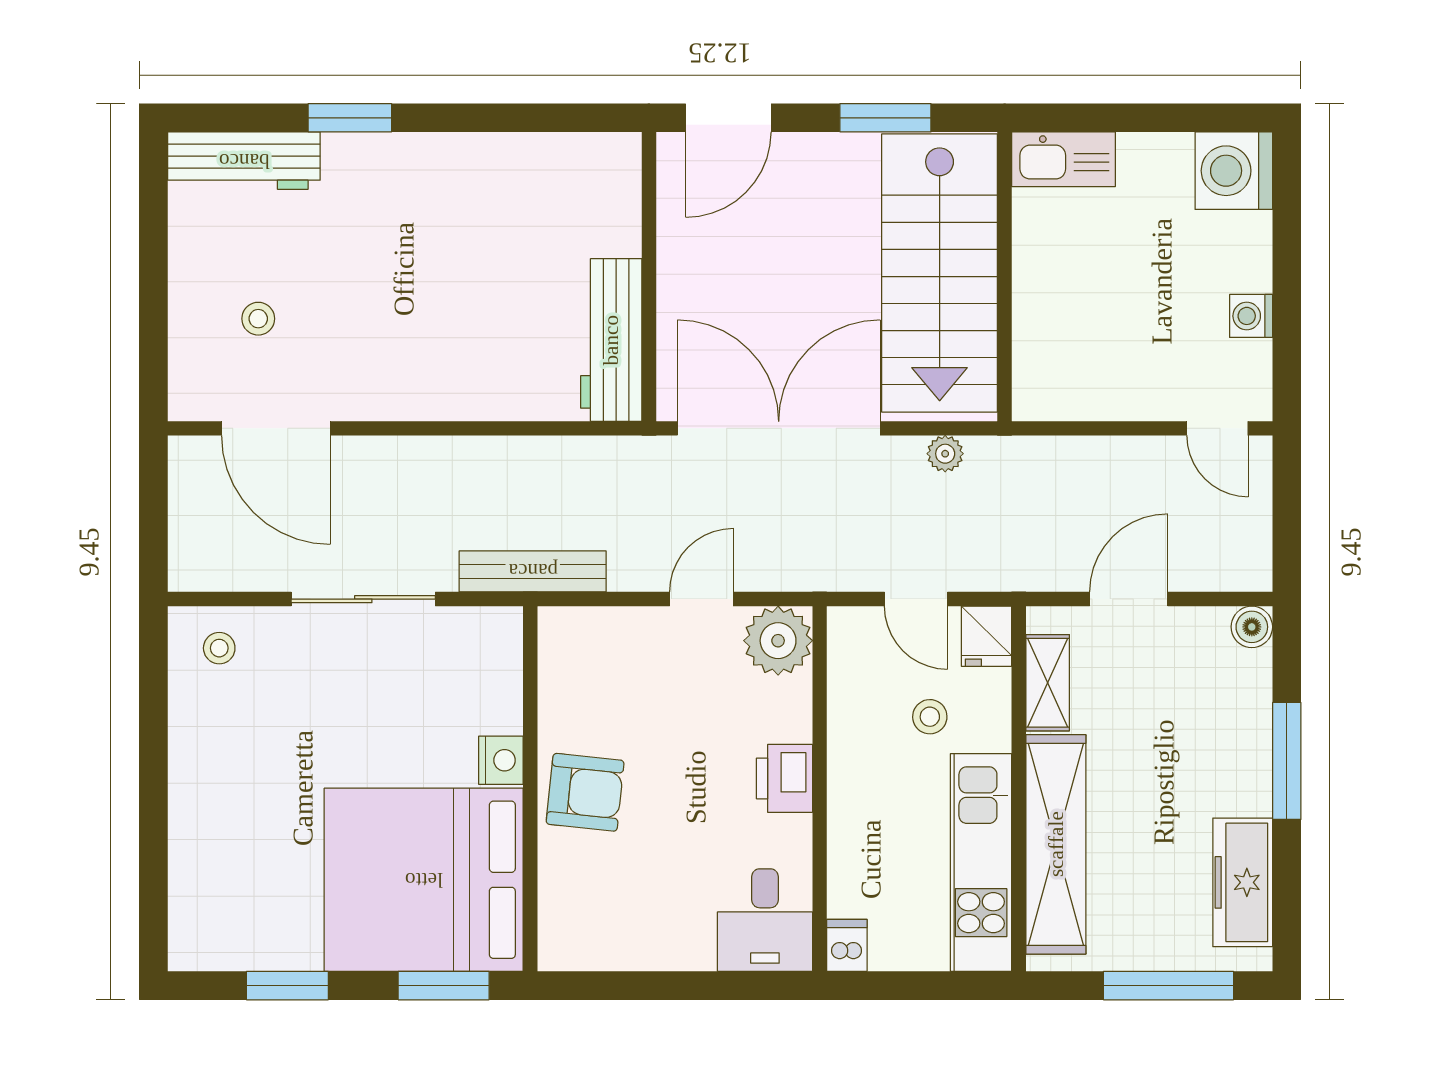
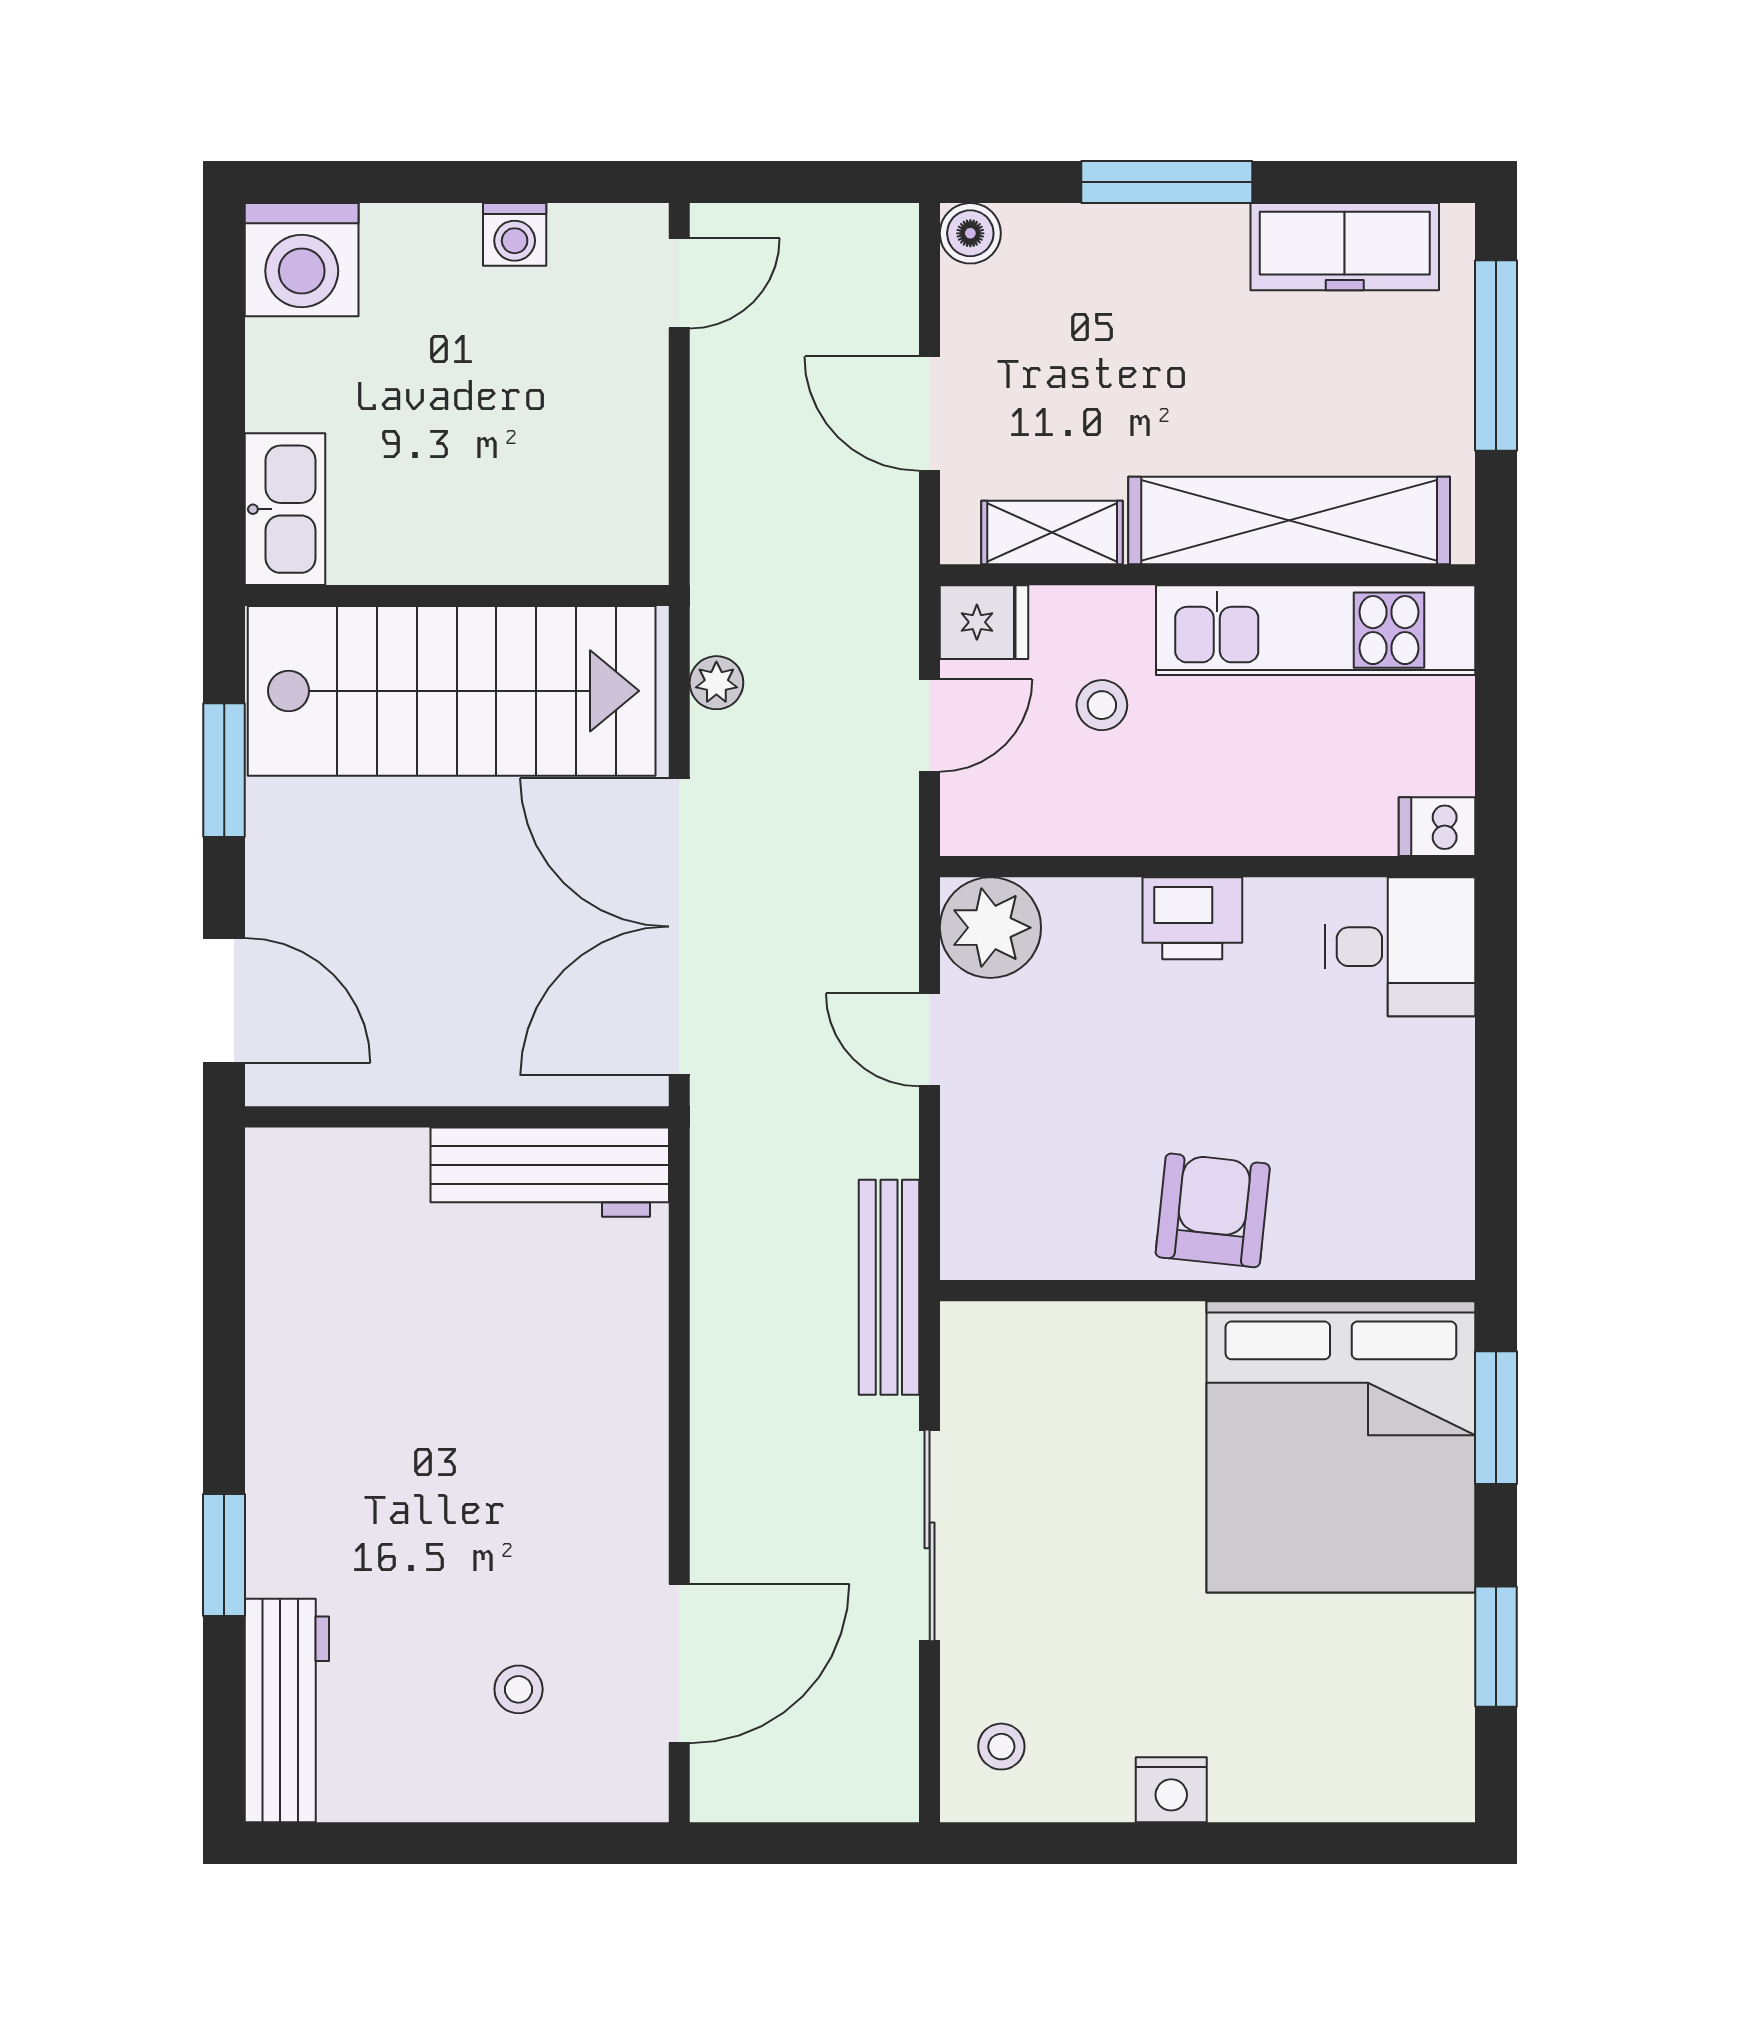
nightstand: (501, 760) -> (1171, 1790), moved, turned 180

